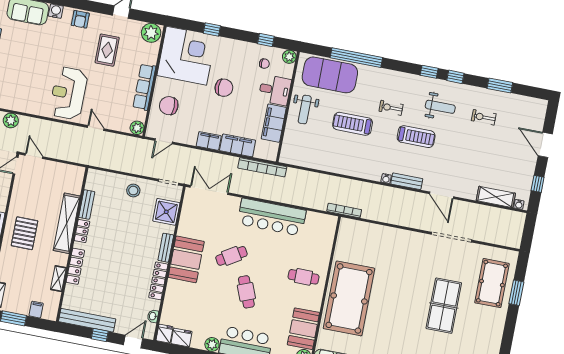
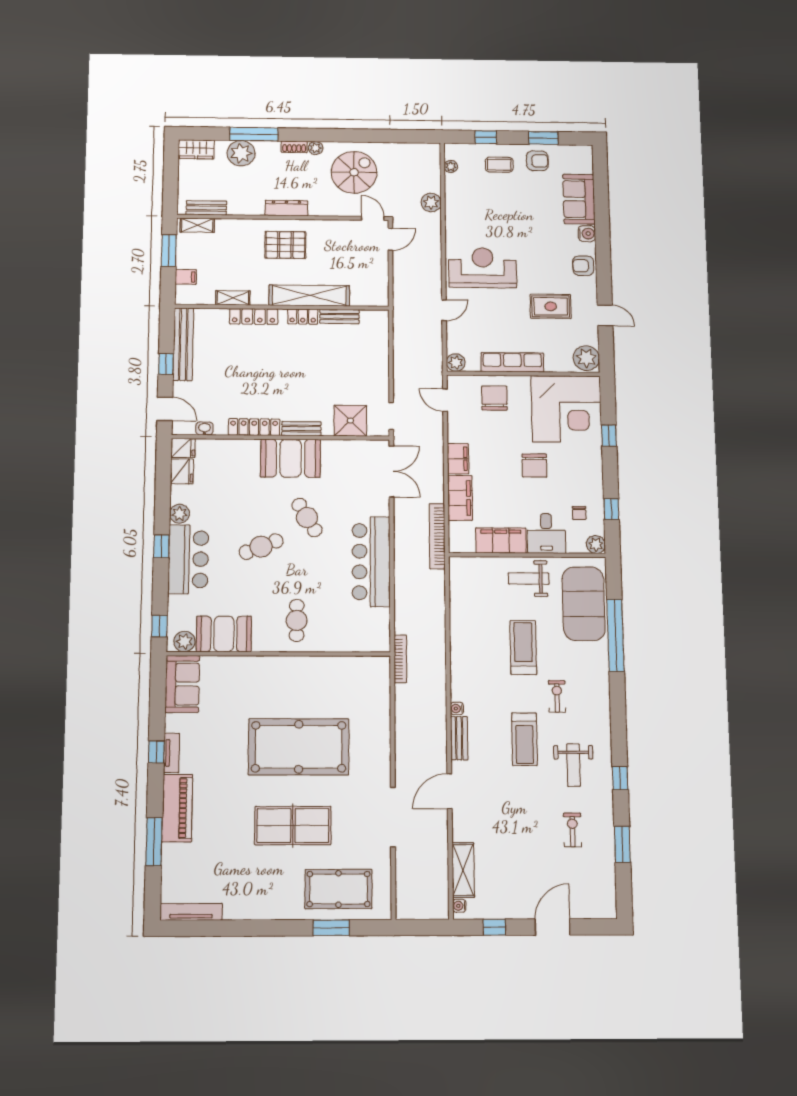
window: (429, 72) -> (619, 740), removed
stool: (133, 191) -> (370, 373), removed
pool table: (349, 298) -> (299, 747), moved

